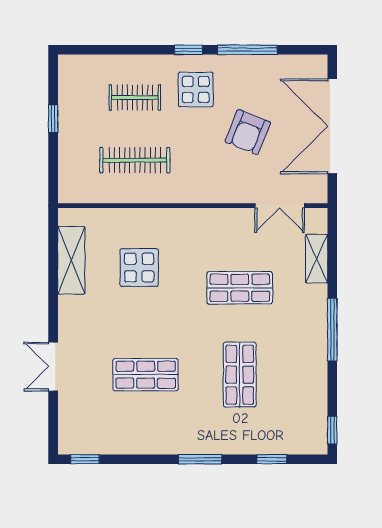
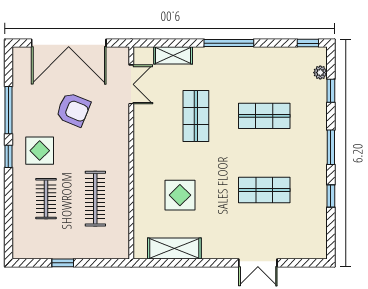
shop shelf: (146, 375) -> (264, 190), turned 90
plant: (295, 446) -> (320, 73), added
window: (85, 459) -> (331, 196), moved

